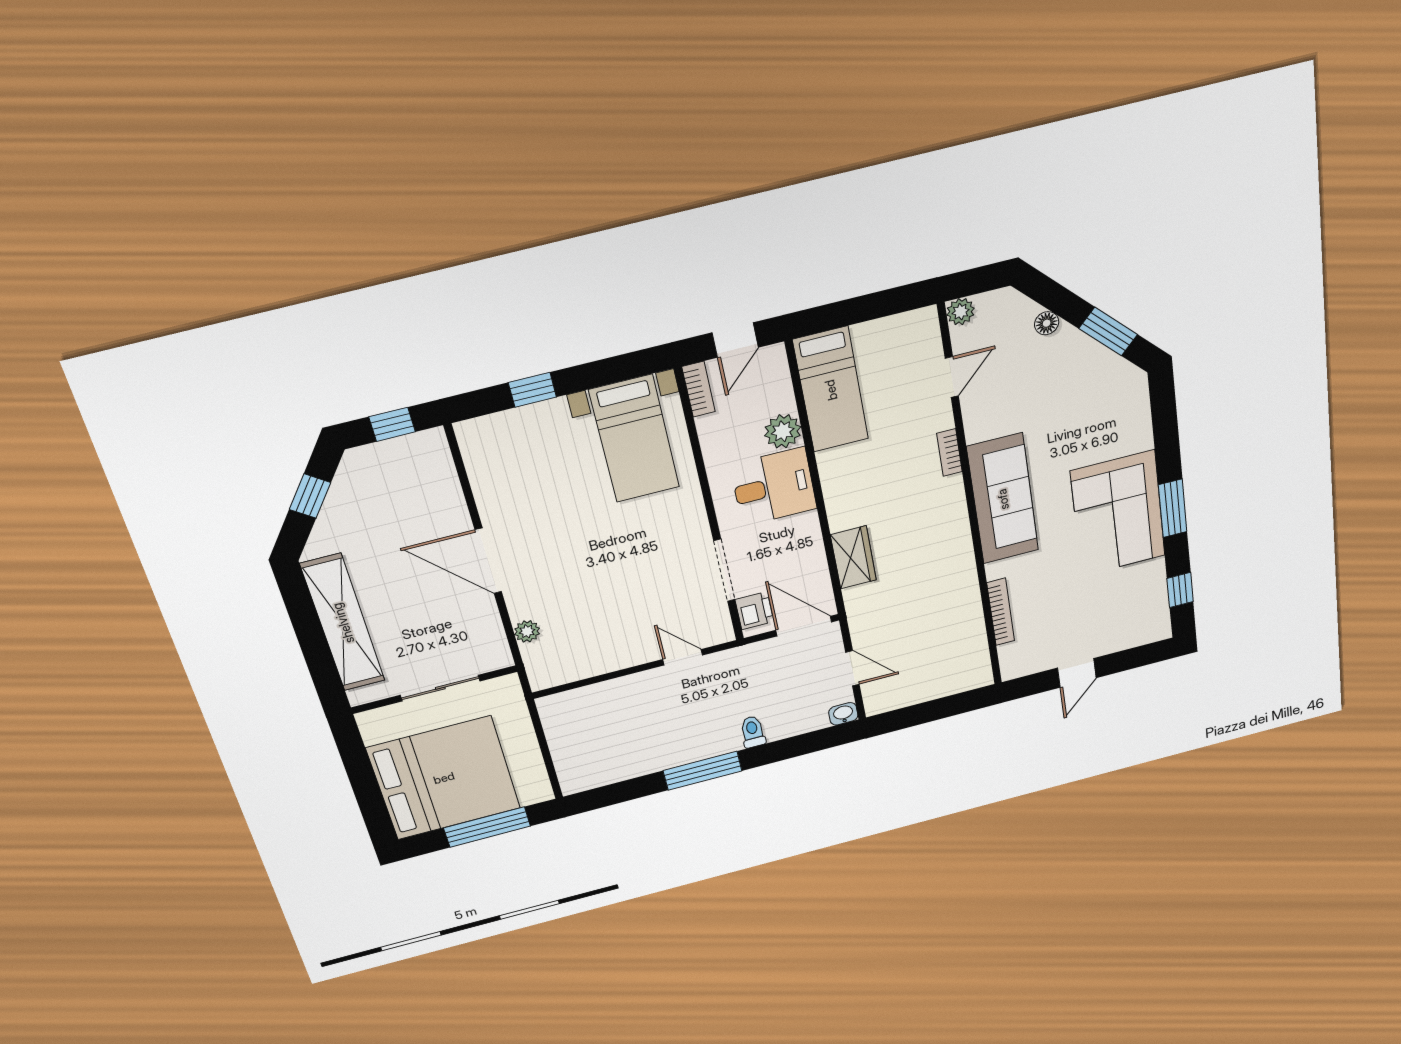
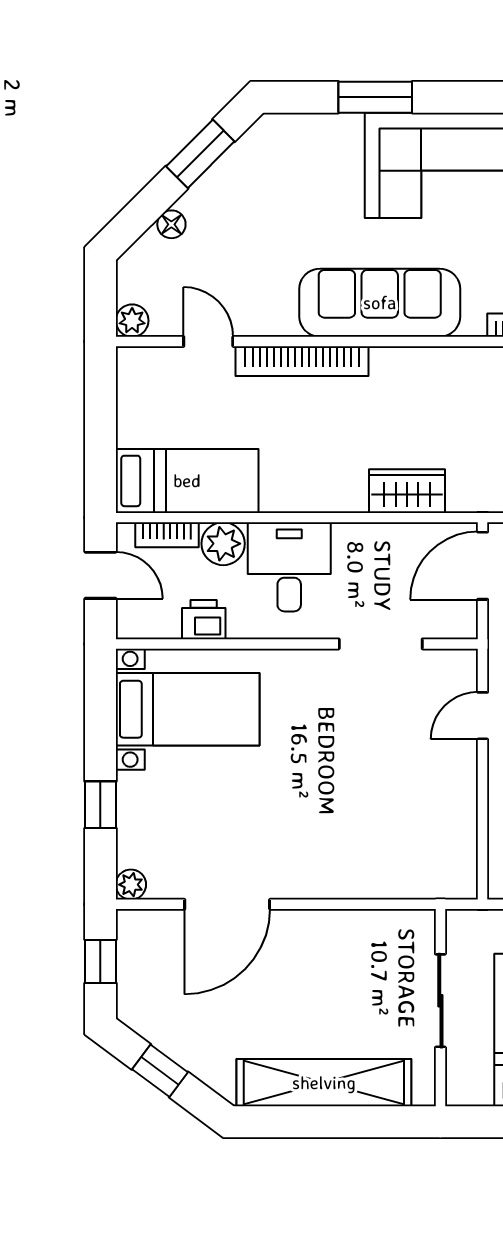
bookcase: (699, 389) -> (167, 535), moved, turned 180
bookcase: (949, 453) -> (302, 361), width x2.31, depth x1.31
window: (1173, 508) -> (375, 97), moved
door: (488, 561) -> (227, 904), moved
printer: (754, 611) -> (204, 620), moved
plant: (527, 631) -> (131, 885), moved

